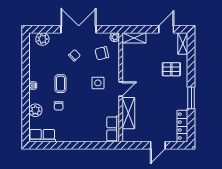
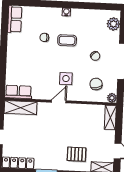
pallet: (171, 69) -> (77, 154), turned 90
door: (121, 89) -> (59, 102), swing flipped
plant: (35, 110) -> (41, 14), removed
shelving: (128, 113) -> (21, 108), moved

